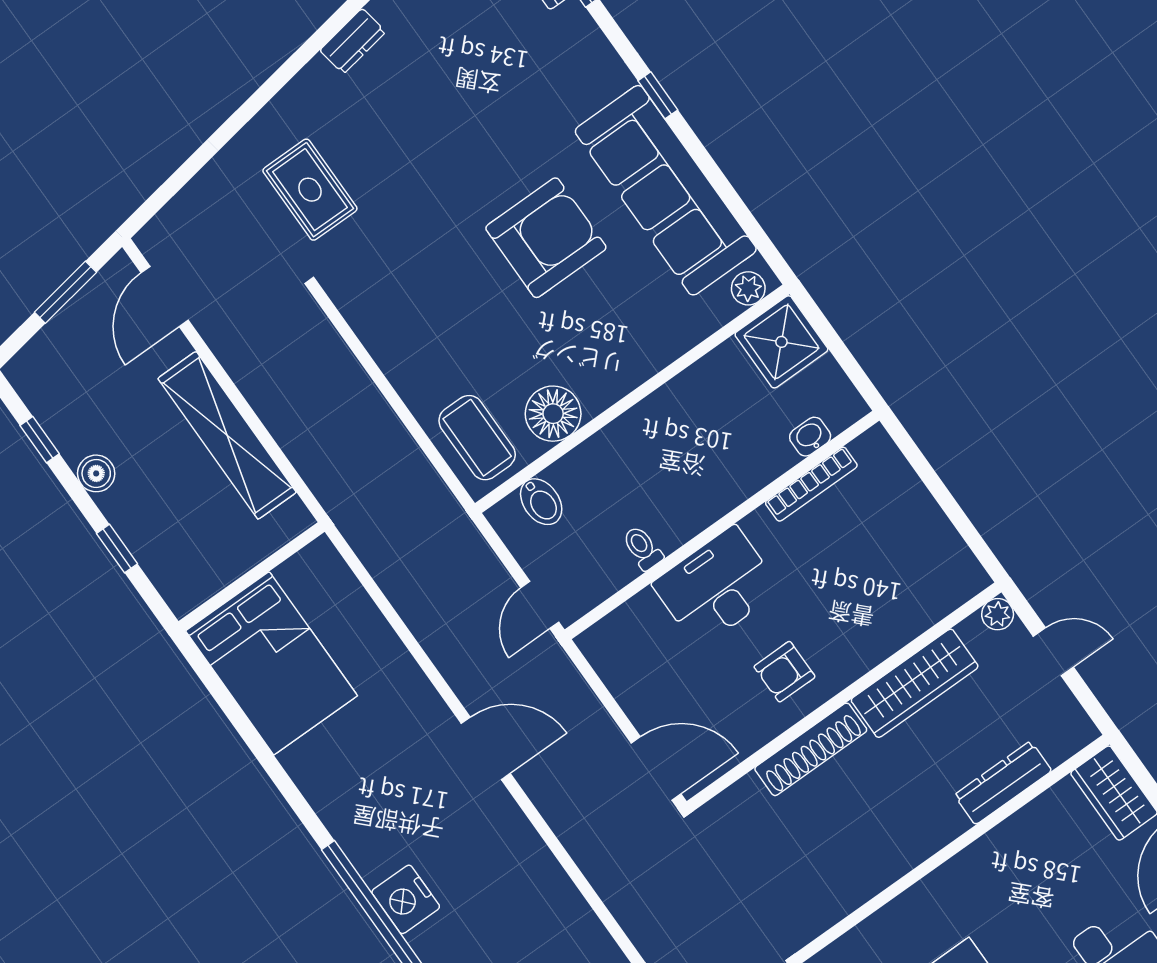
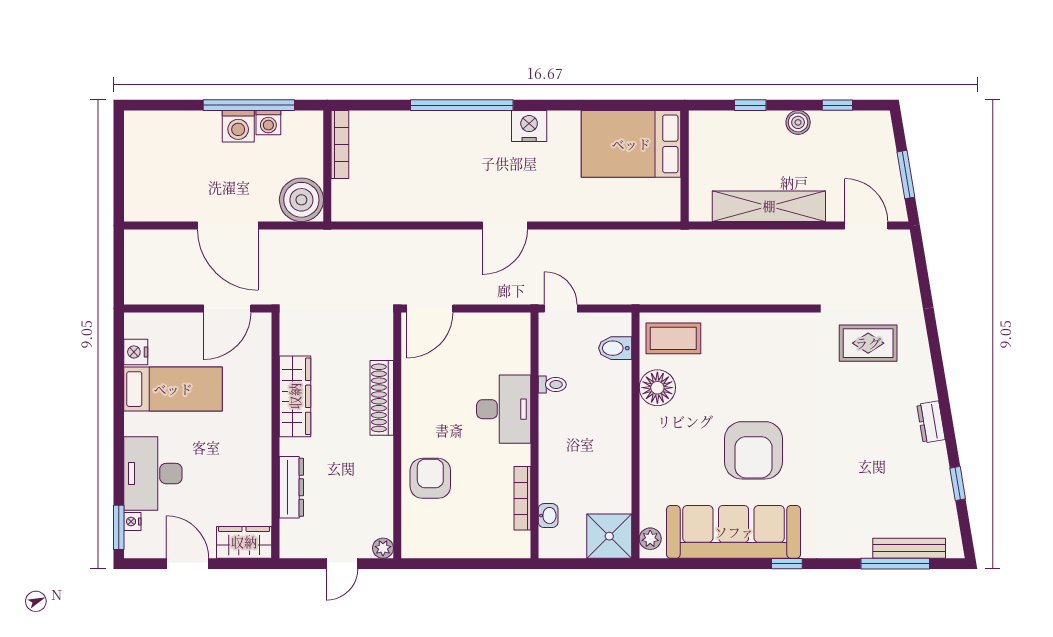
armchair: (785, 672) -> (430, 478), moved, width x1.38, depth x1.38
wardrobe: (915, 683) -> (295, 396), moved, turned 180
nightstand: (406, 899) -> (529, 126), moved

